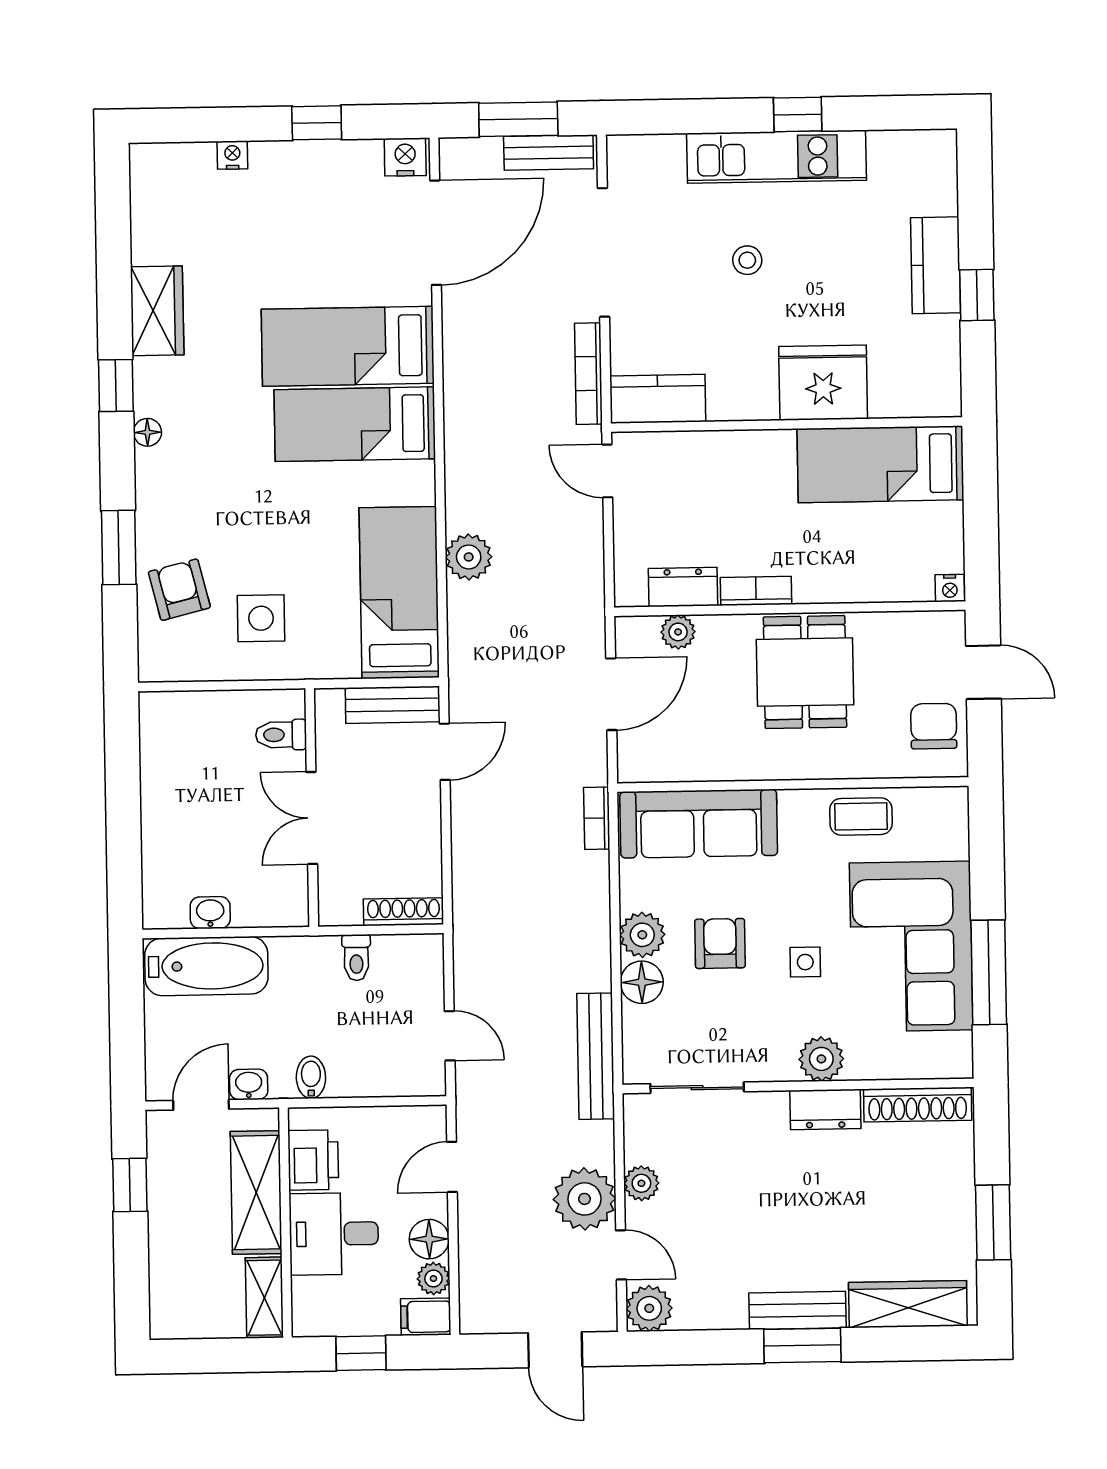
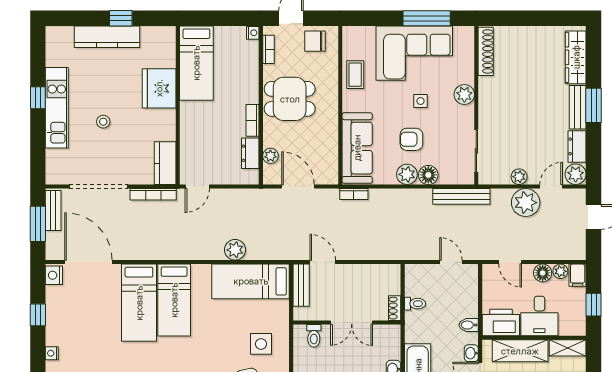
kitchen counter: (936, 265) -> (107, 37), width x1.50
bookcase: (914, 623) -> (268, 49), added
shoe rack: (403, 912) -> (395, 308), moved, width x0.70
door: (450, 1036) -> (451, 262), hinge flipped
dresser: (825, 1109) -> (577, 146), moved, turned 180
printer: (313, 1160) -> (501, 322), width x1.37, depth x1.19
window: (993, 1222) -> (540, 18), removed

